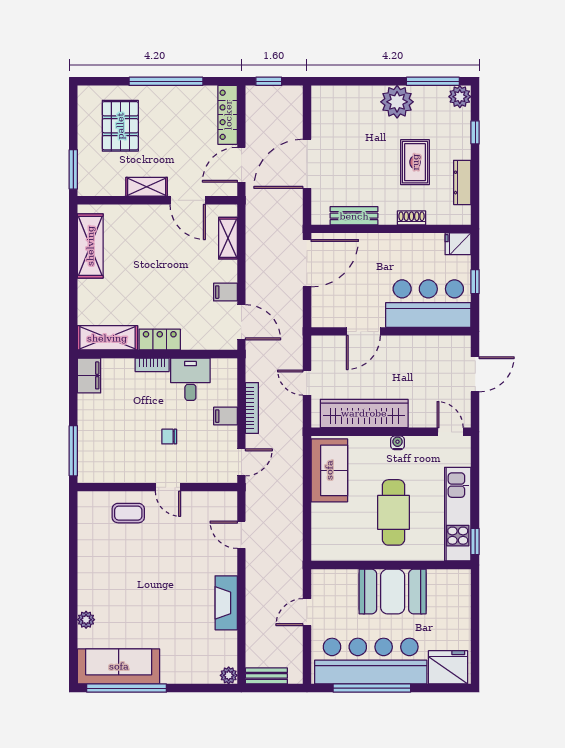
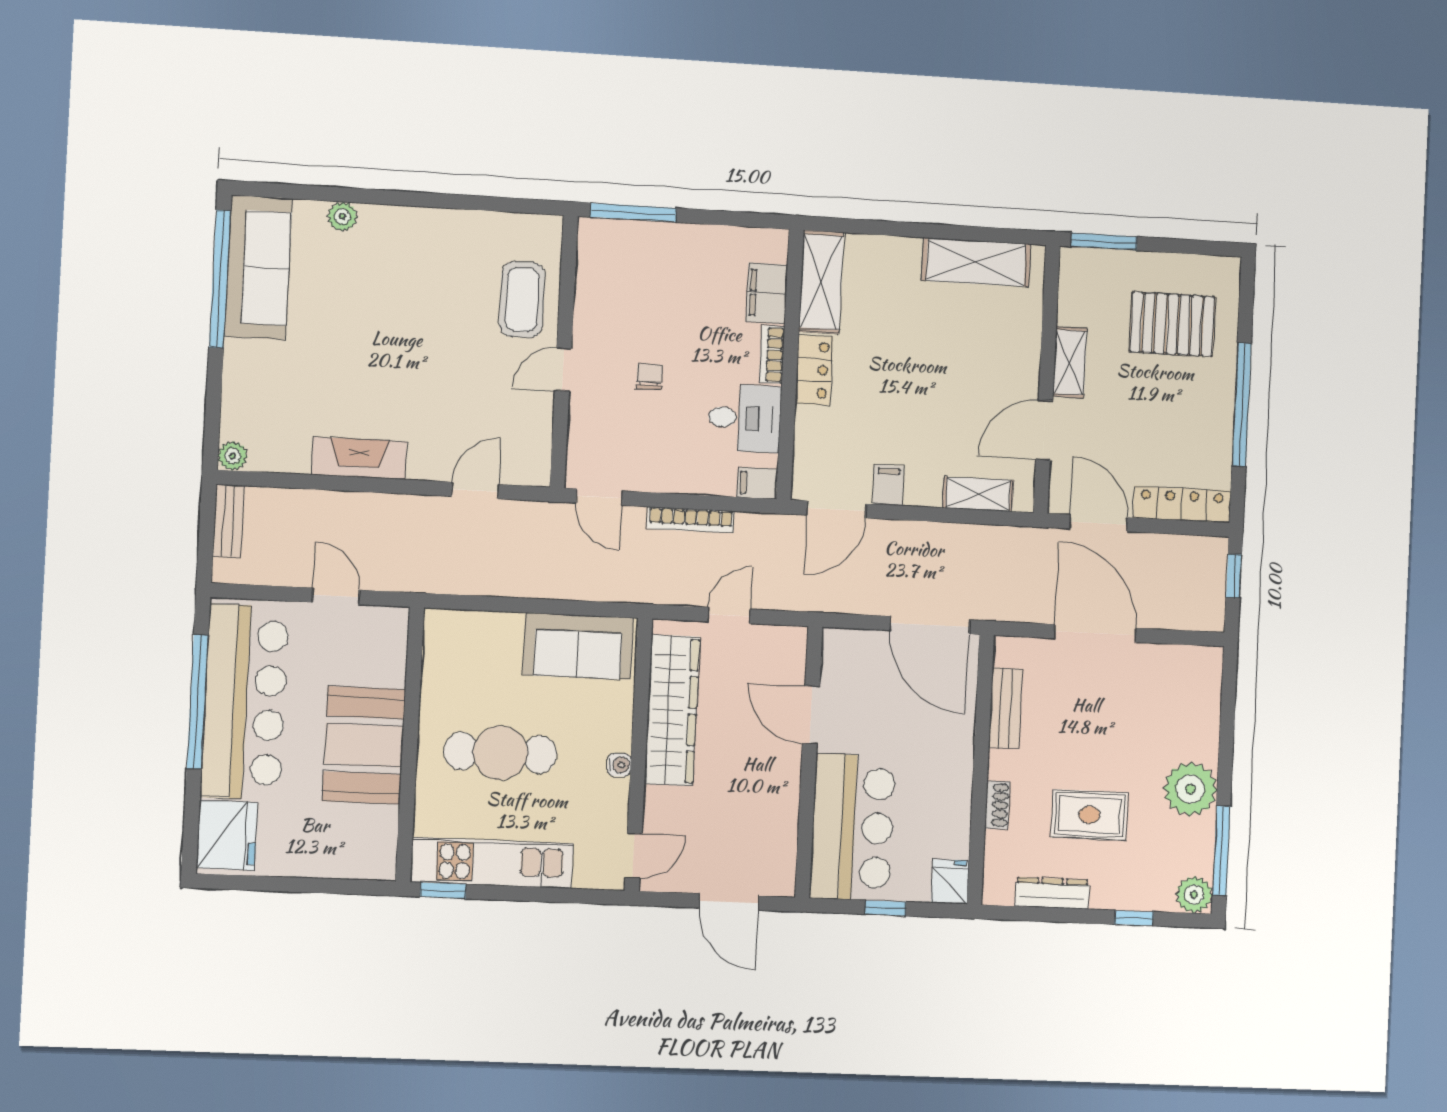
filing cabinet: (89, 375) -> (767, 293), moved, turned 90
filing cabinet: (225, 416) -> (757, 483), moved, turned -90
coffee table: (128, 513) -> (522, 300), width x1.36, depth x1.30

